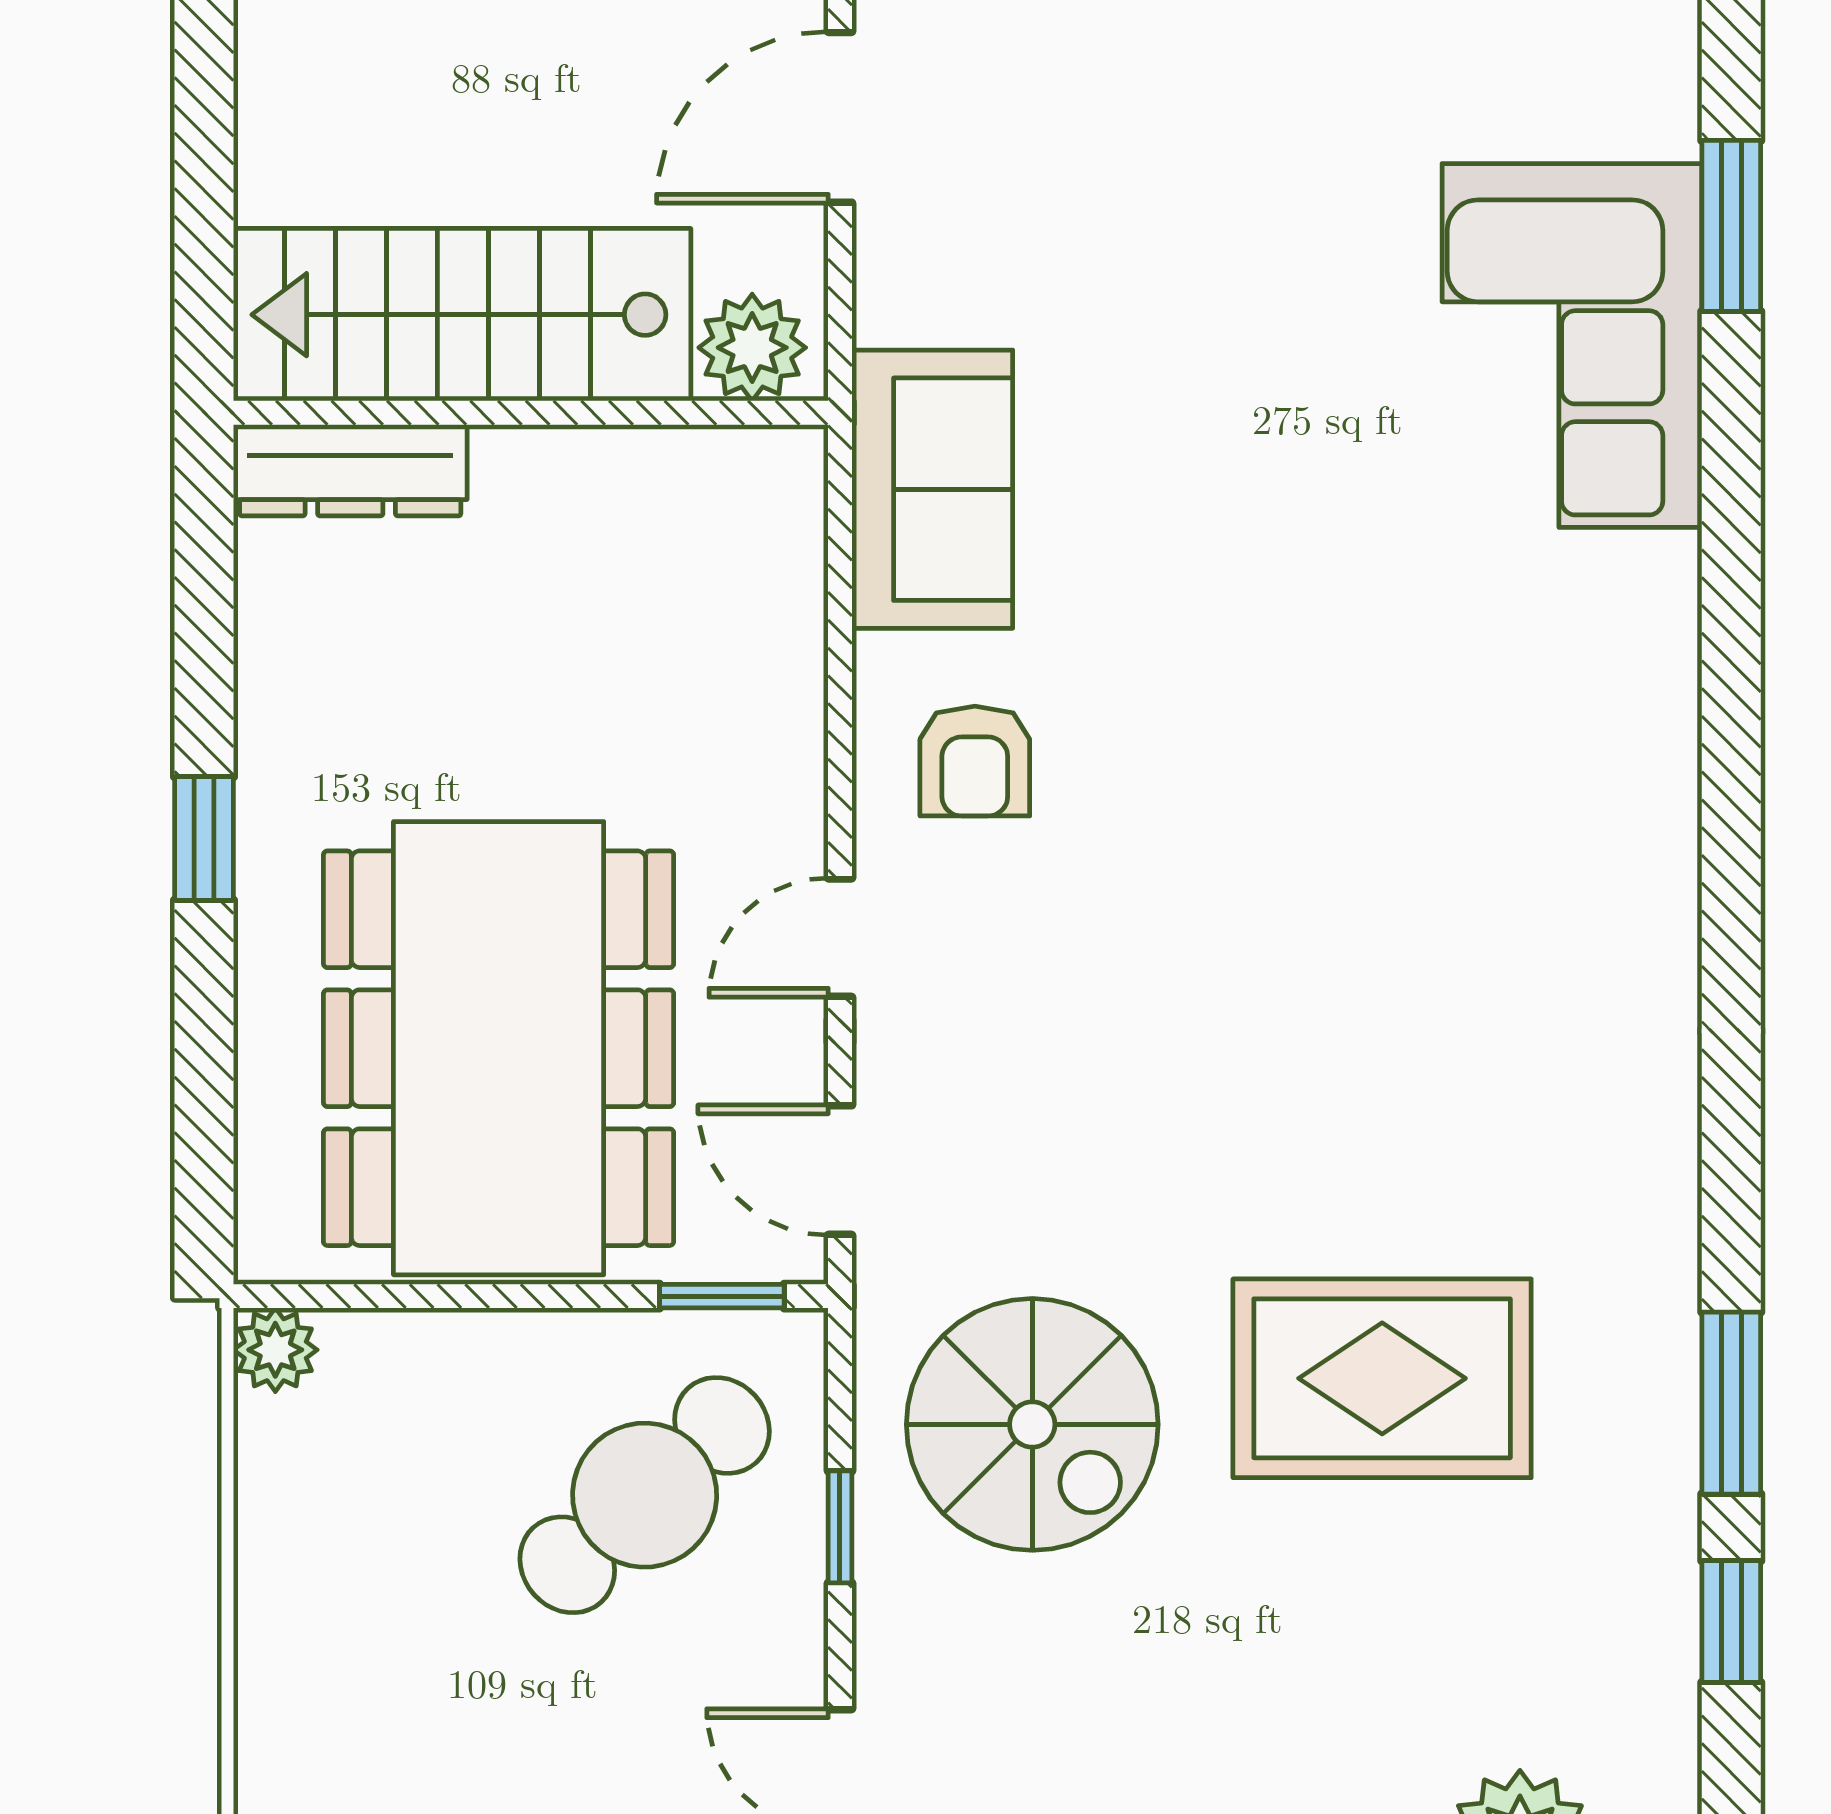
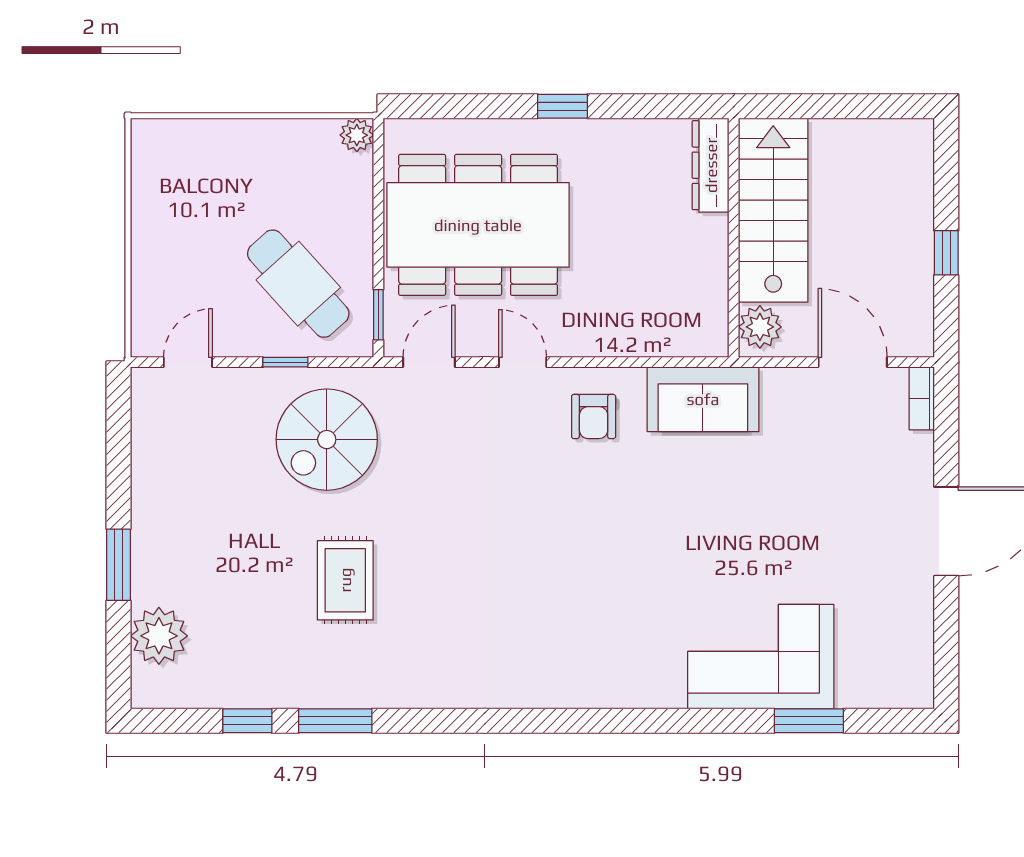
armchair: (975, 761) -> (594, 416), turned -90
rug: (1382, 1378) -> (345, 580), width x0.73, depth x0.70

